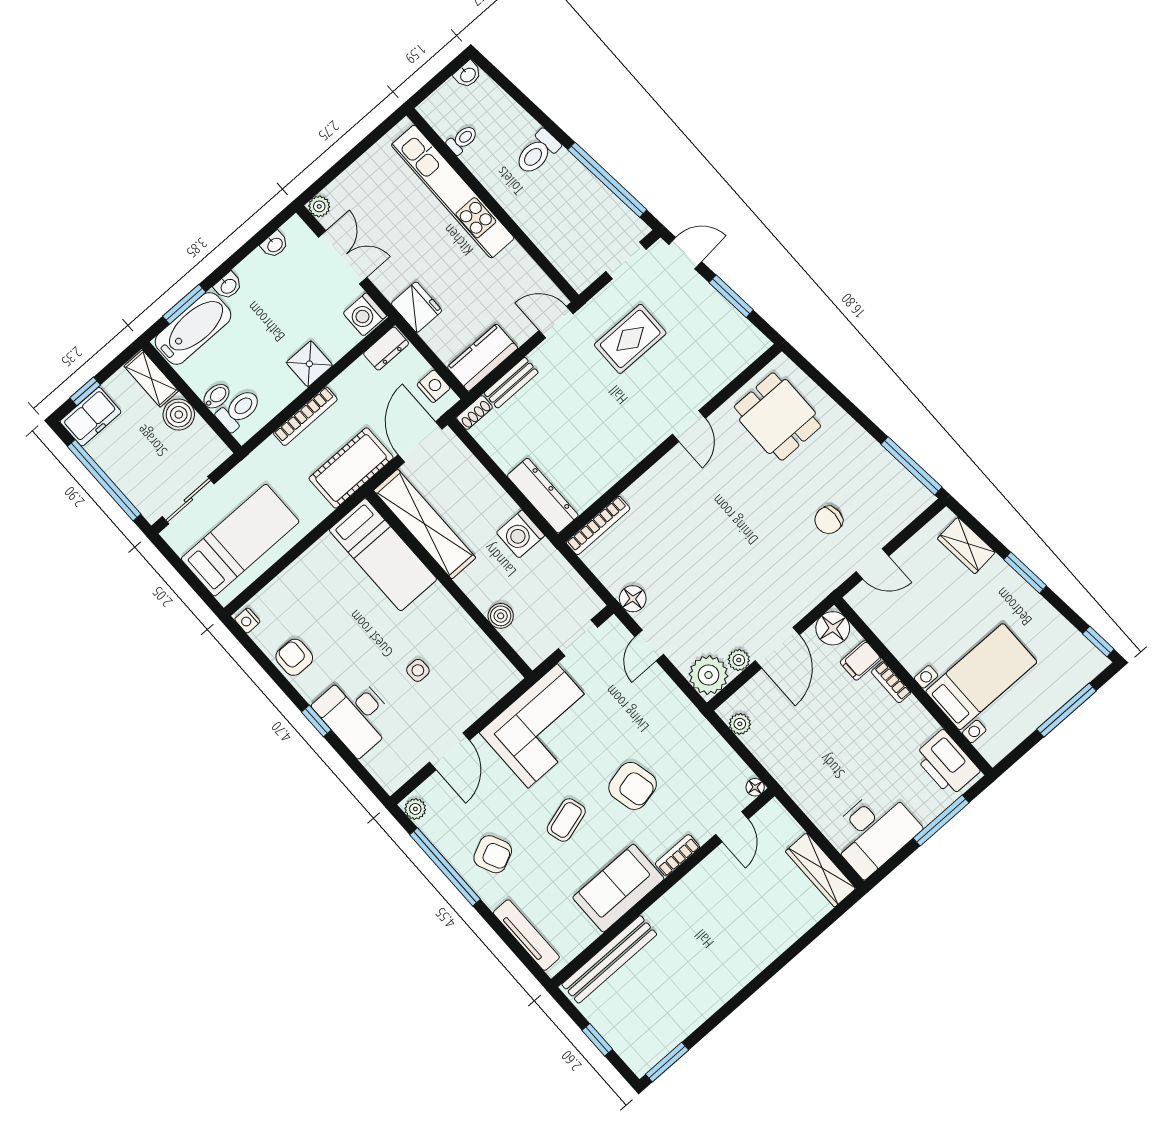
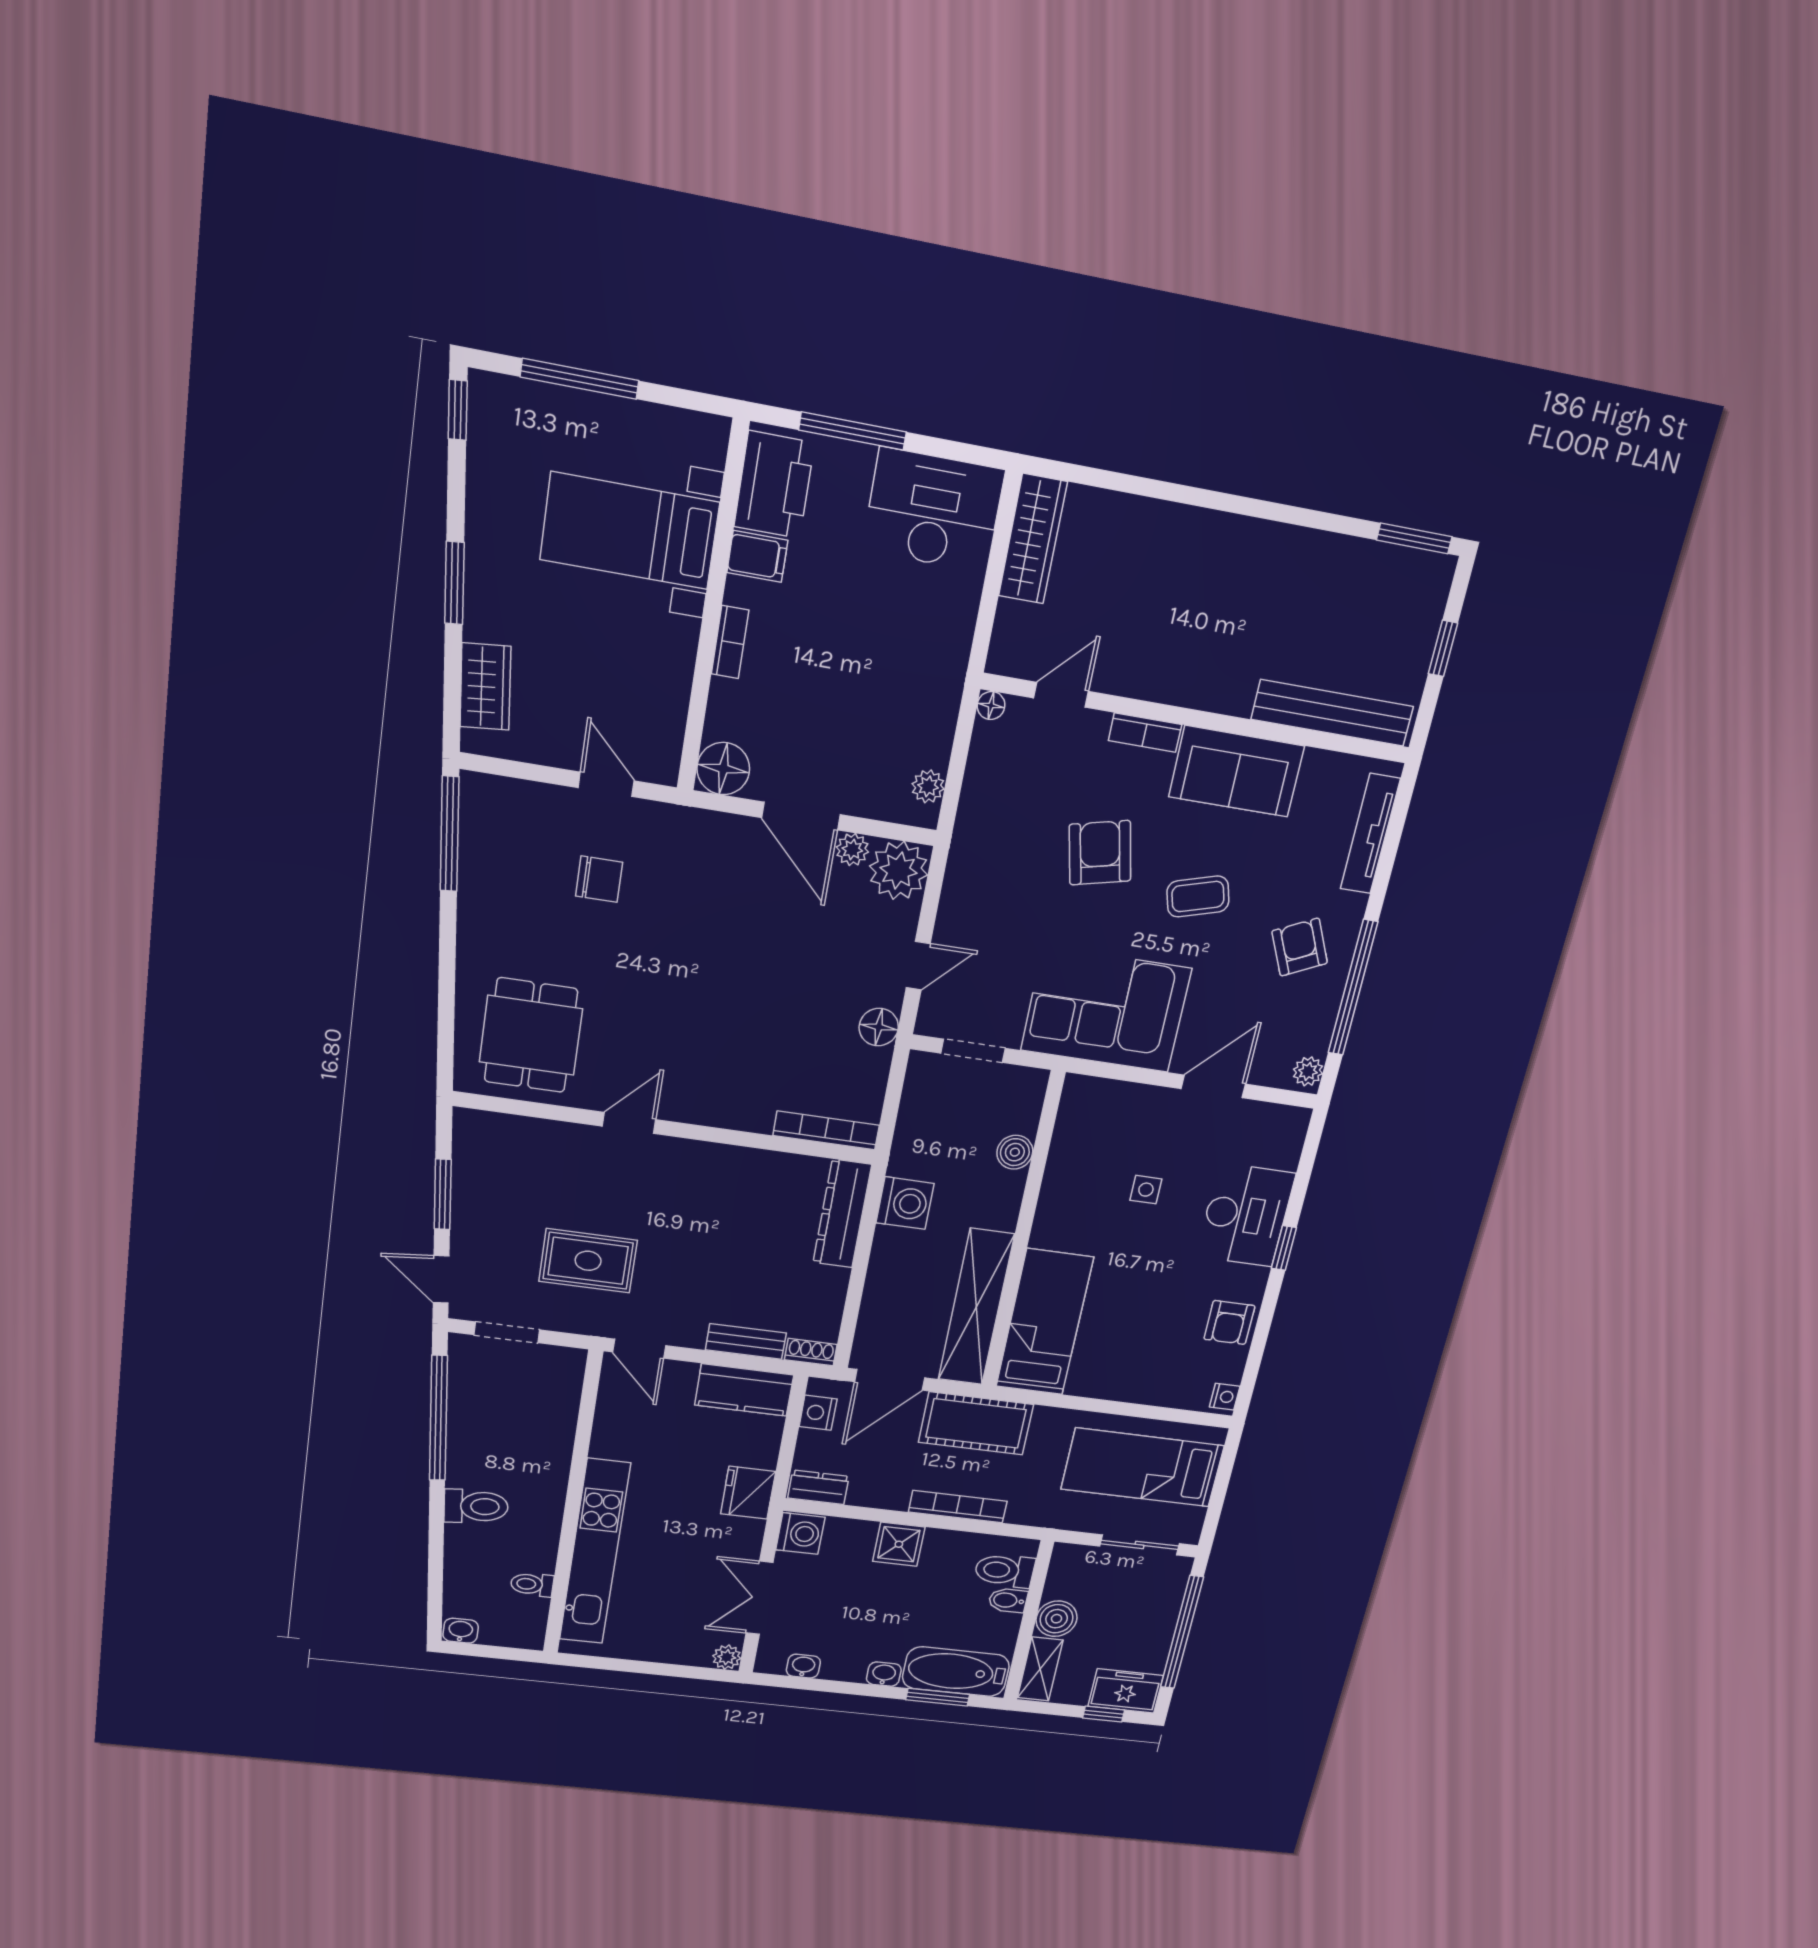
door: (777, 648) -> (801, 816), swing flipped
filing cabinet: (861, 660) -> (757, 556), moved

